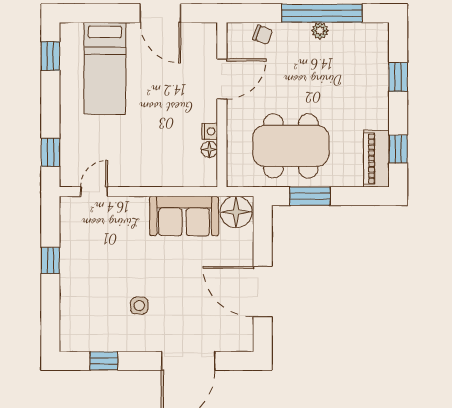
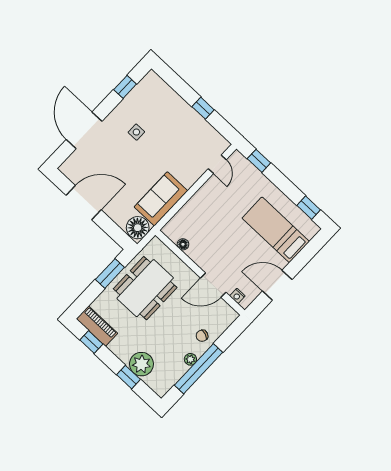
chair: (263, 35) -> (202, 336), moved
plant: (372, 76) -> (141, 364), added
door: (222, 79) -> (213, 285), hinge flipped
nightstand: (210, 131) -> (237, 296), moved

